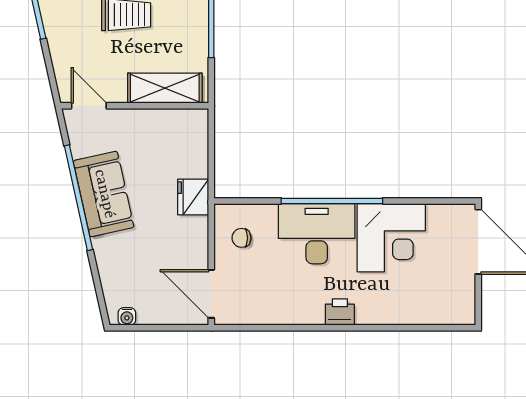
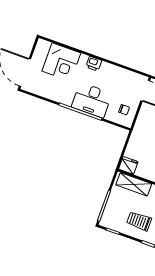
fridge: (193, 197) -> (128, 165), moved, turned -90
corner desk: (391, 238) -> (61, 62), moved, turned 180

